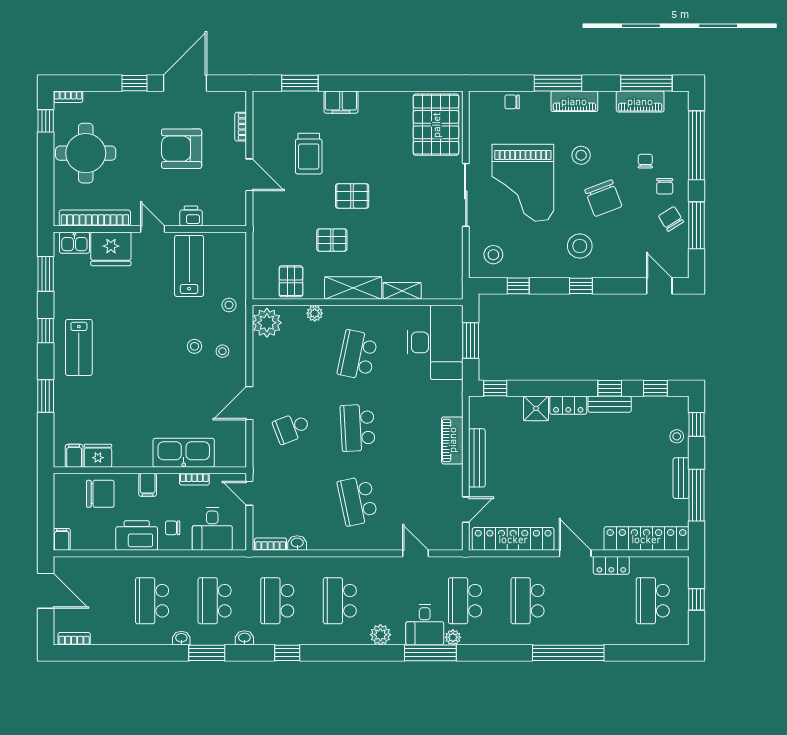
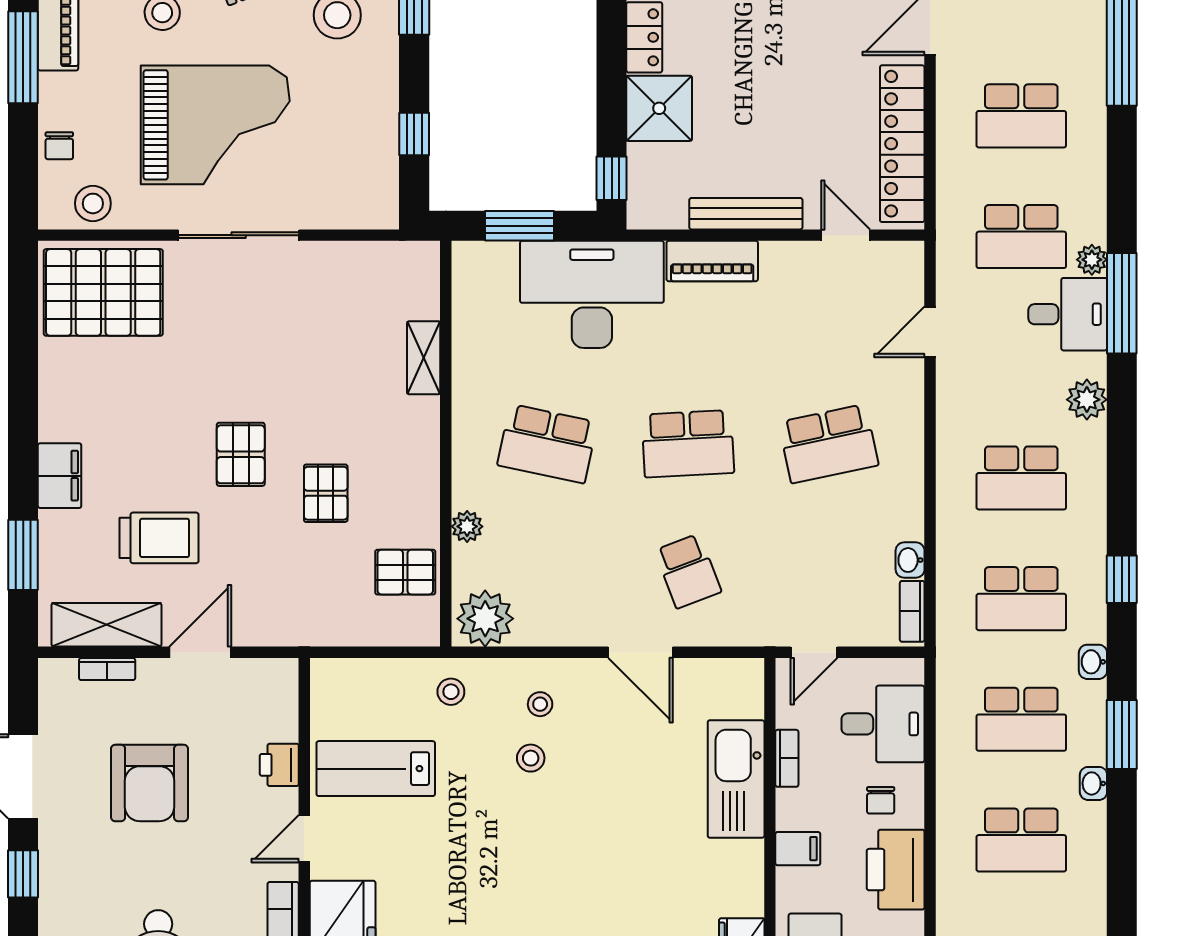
stool: (493, 255) -> (93, 203), moved
shelving: (353, 288) -> (106, 625), moved, turned 90
desk: (435, 342) -> (592, 294), moved
shower: (536, 408) -> (659, 108), width x1.36, depth x1.36

